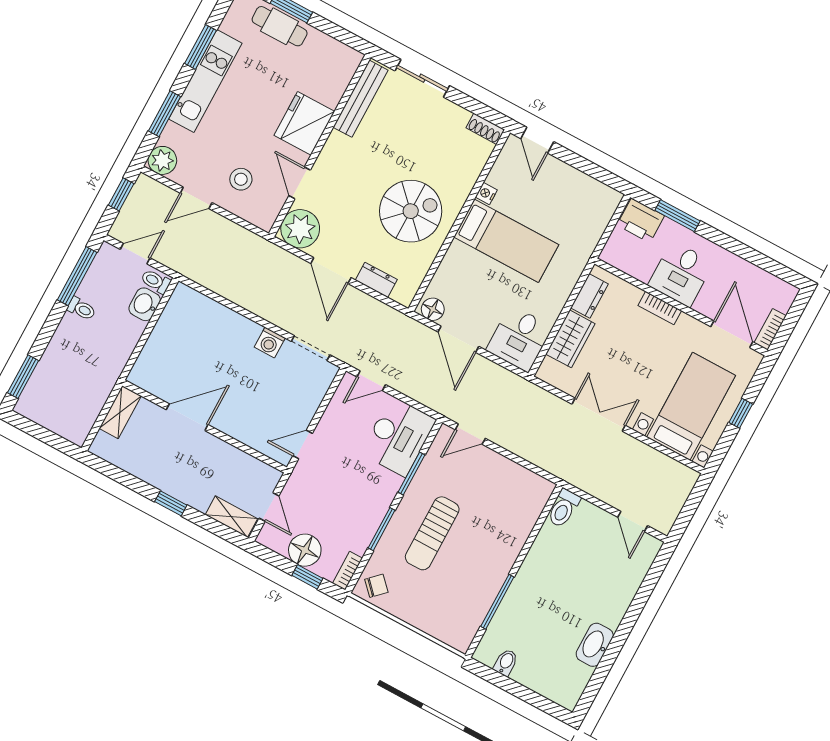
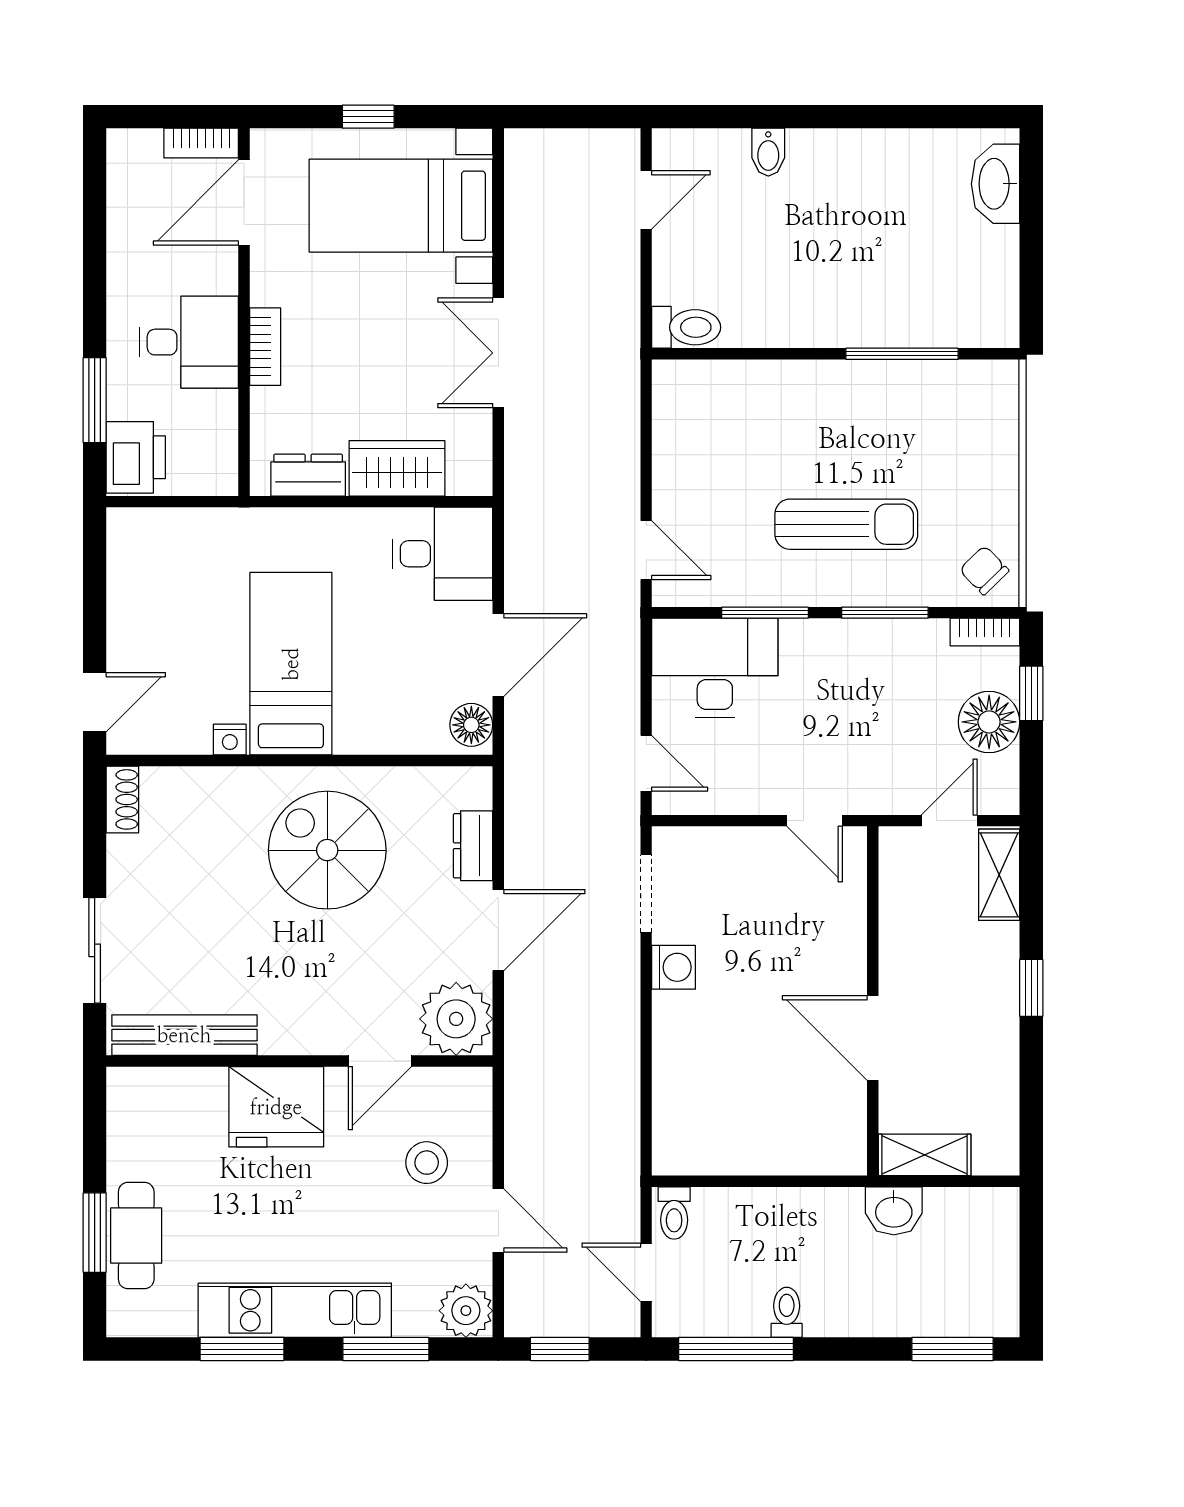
washbasin: (145, 304) -> (894, 1211), moved
washbasin: (595, 645) -> (996, 184), moved, turned 90
bidet: (506, 662) -> (768, 152), moved, turned -90

